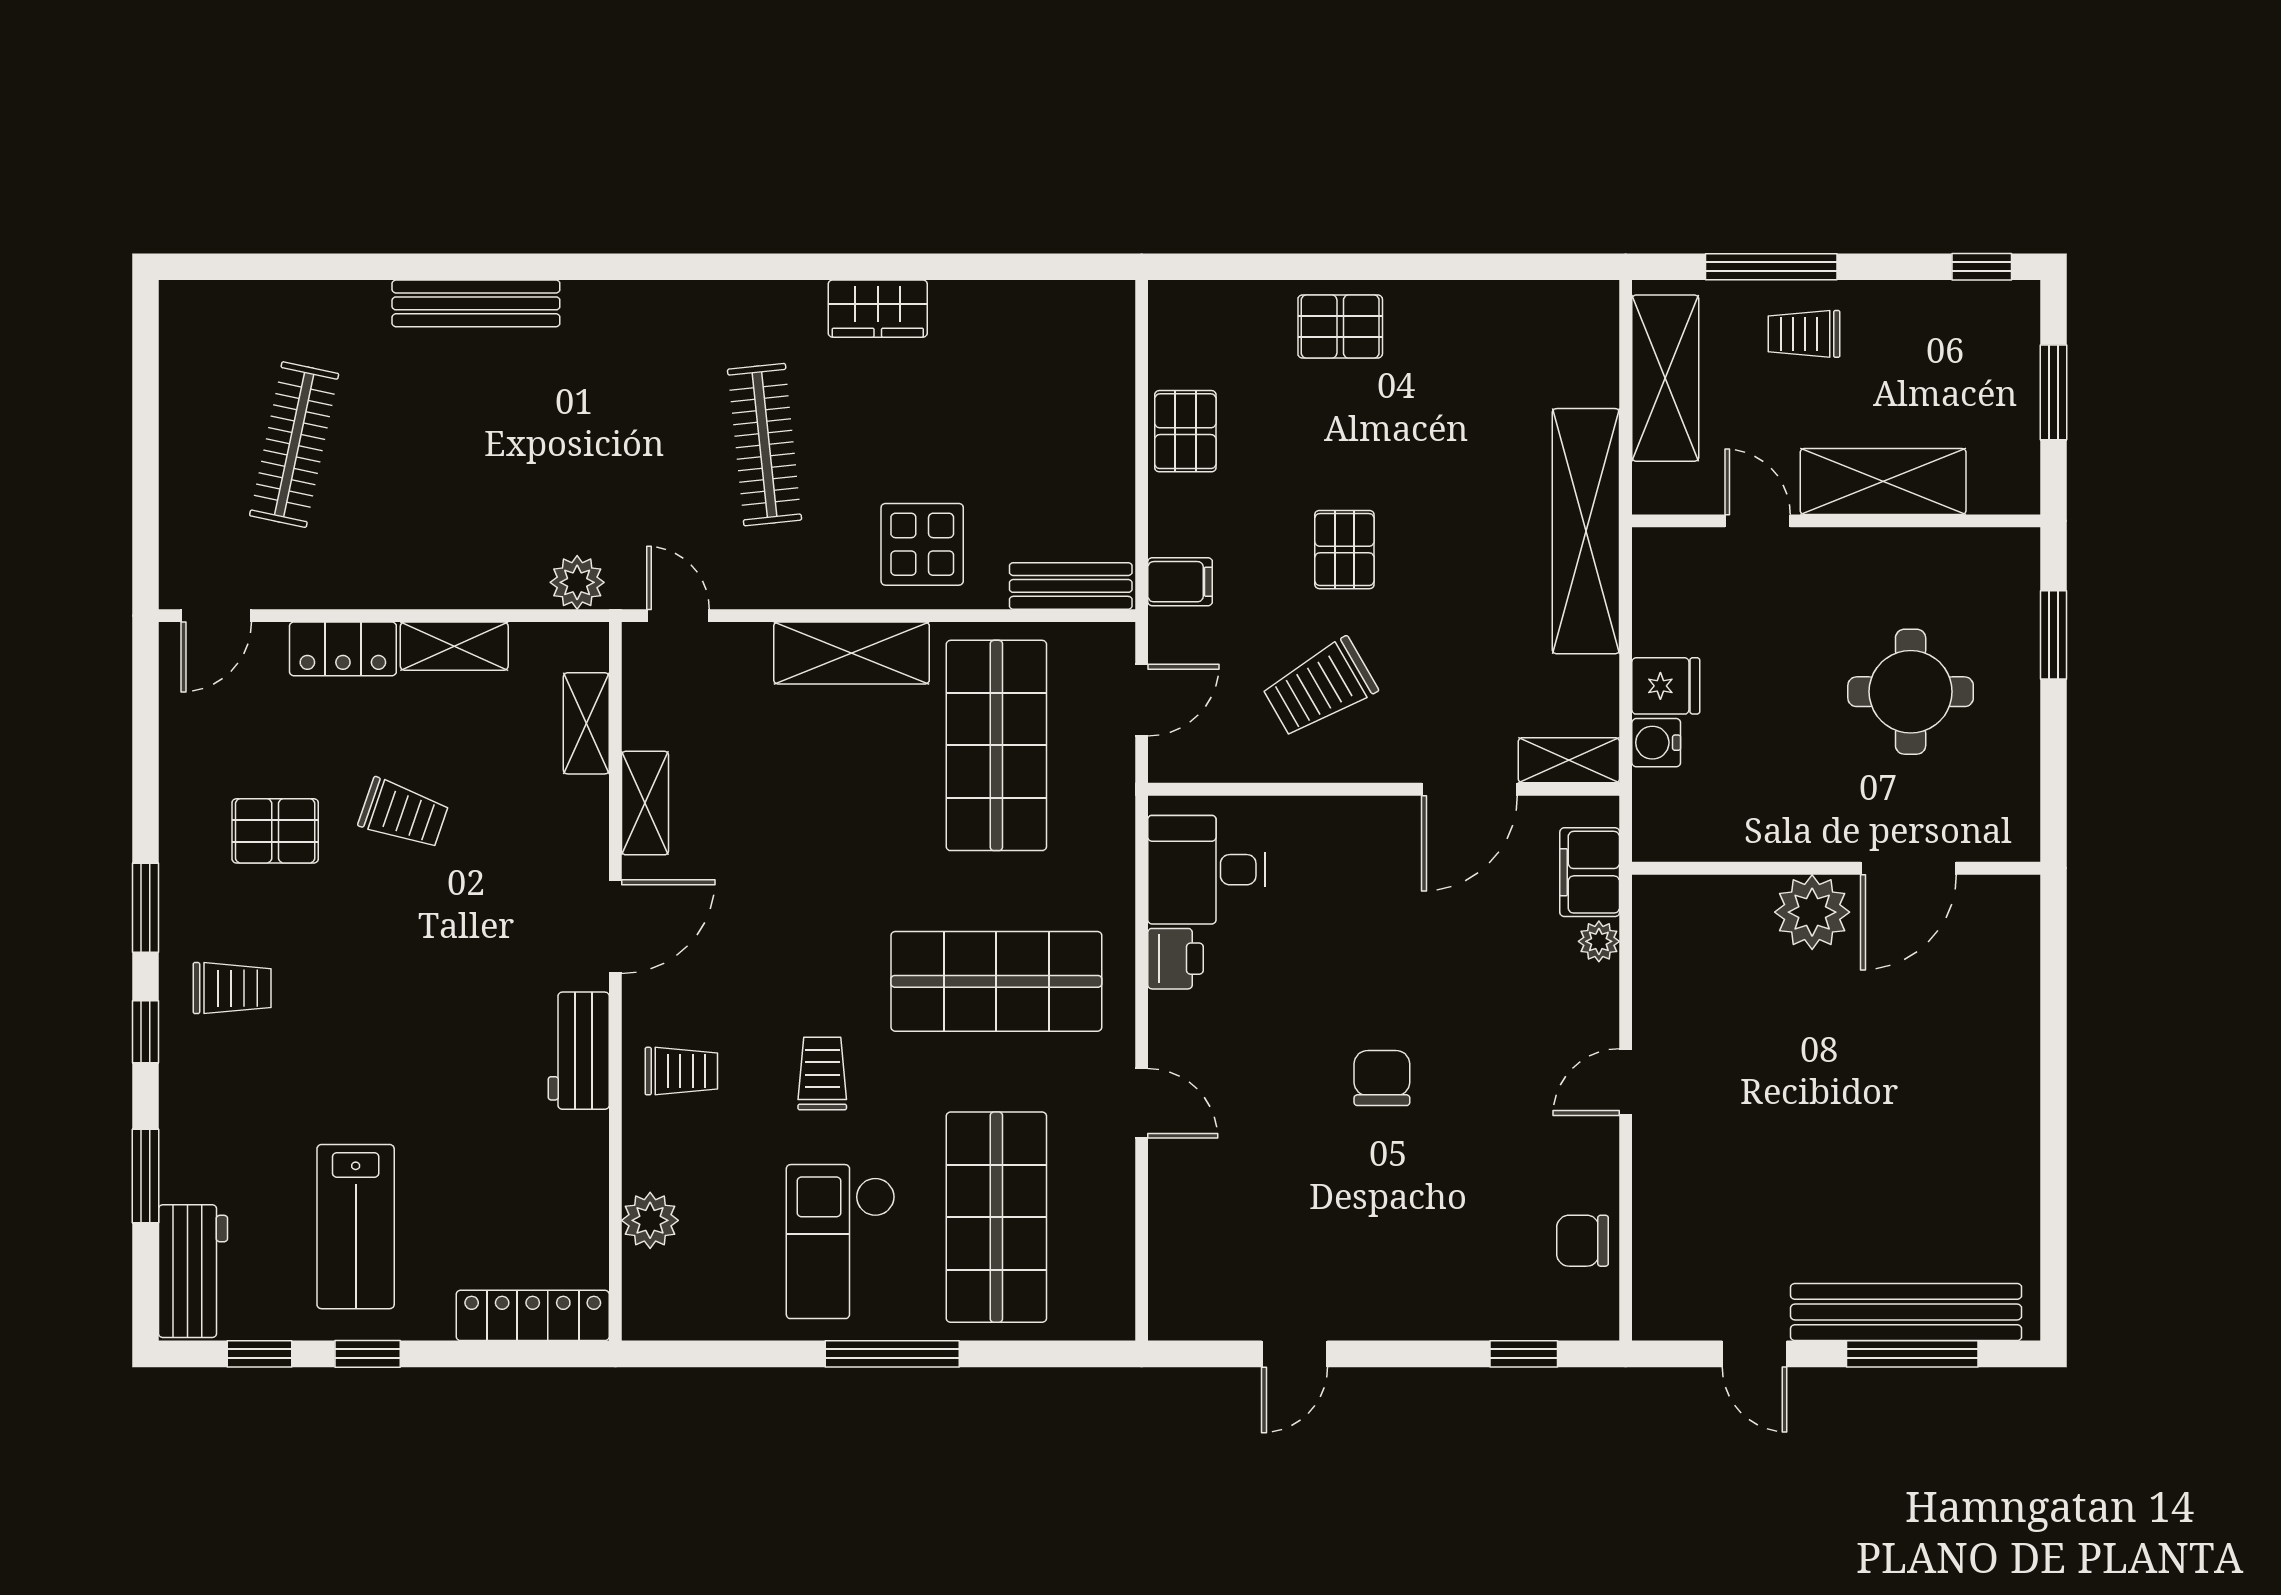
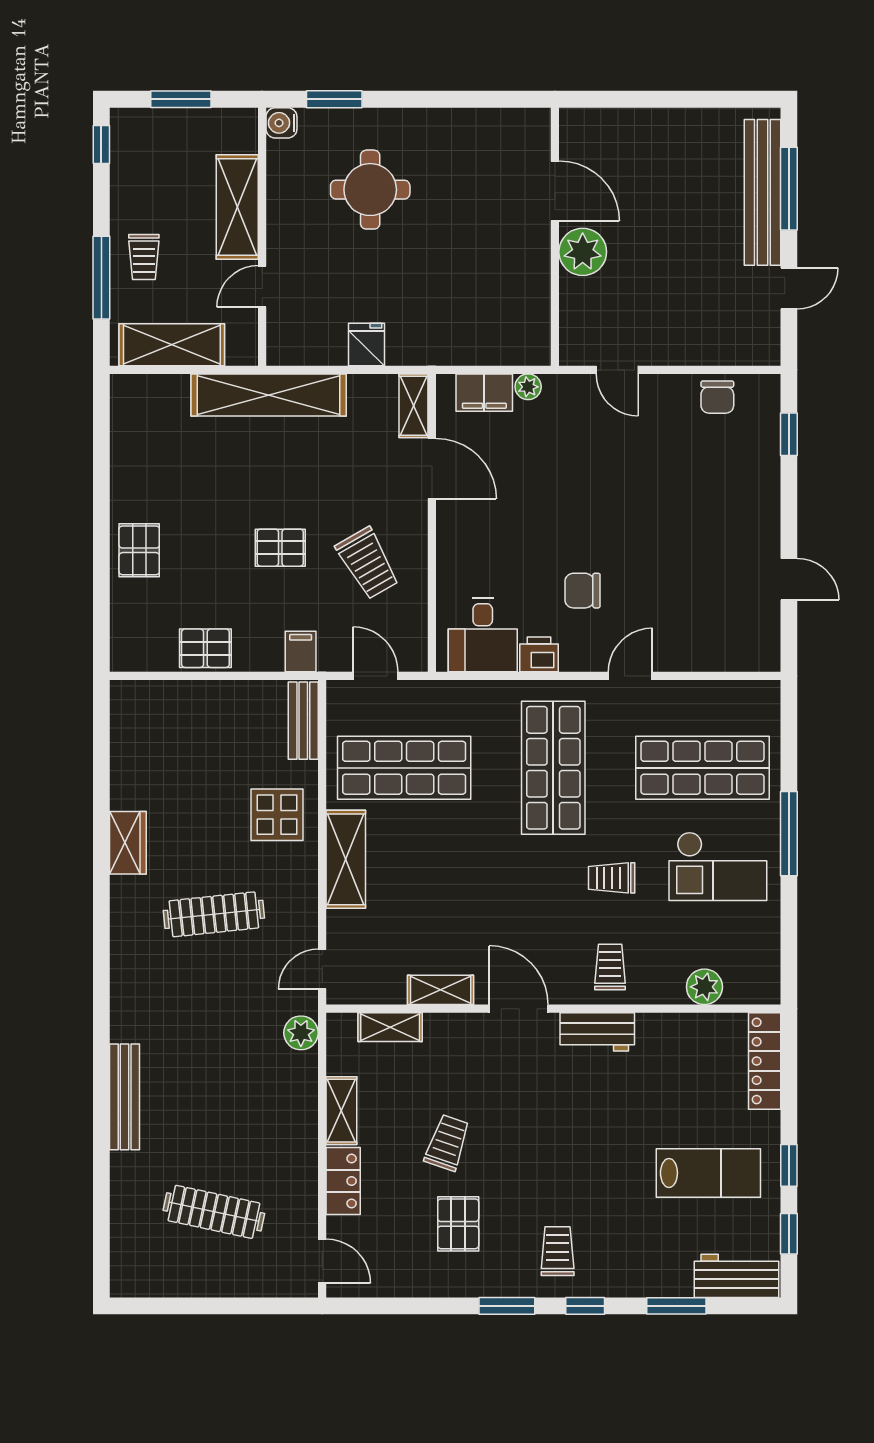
water cooler: (1656, 743) -> (281, 123), moved, turned 90
wall: (1836, 868) -> (555, 237), moved
door: (1908, 868) -> (555, 191), moved
plant: (1812, 912) -> (583, 252), moved
chair: (1382, 1078) -> (582, 591), moved

